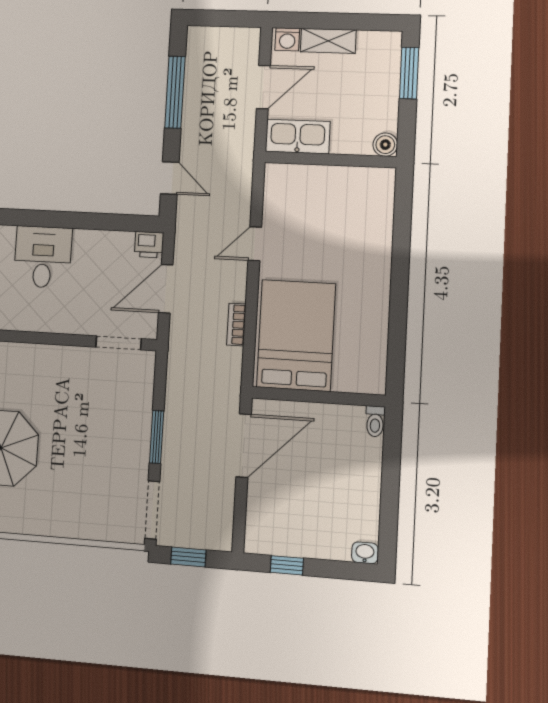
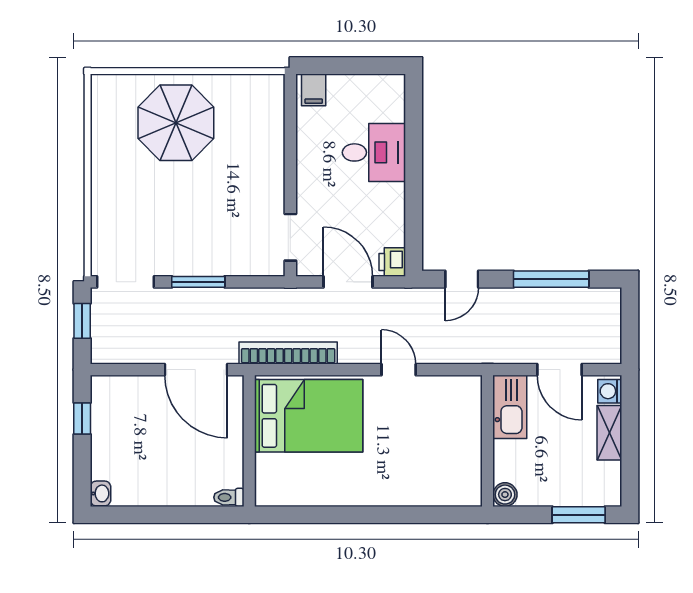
bookcase: (236, 325) -> (288, 353), width x2.31, depth x1.31

